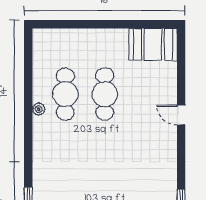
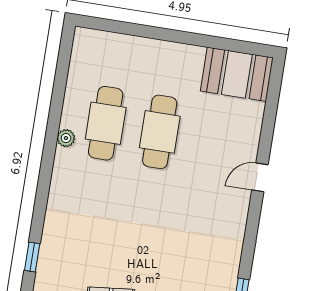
door: (181, 115) -> (260, 177), hinge flipped

